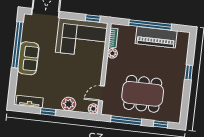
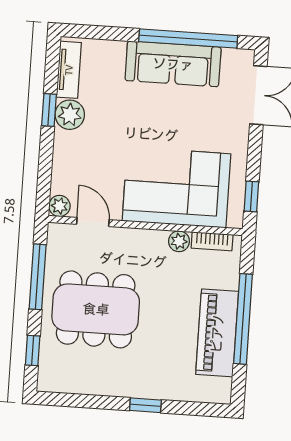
corner sofa: (82, 38) -> (177, 187), moved, turned 90
sofa: (28, 58) -> (173, 64), width x1.36
dining table: (143, 94) -> (96, 309), turned 90
plant: (69, 104) -> (70, 115), moved

